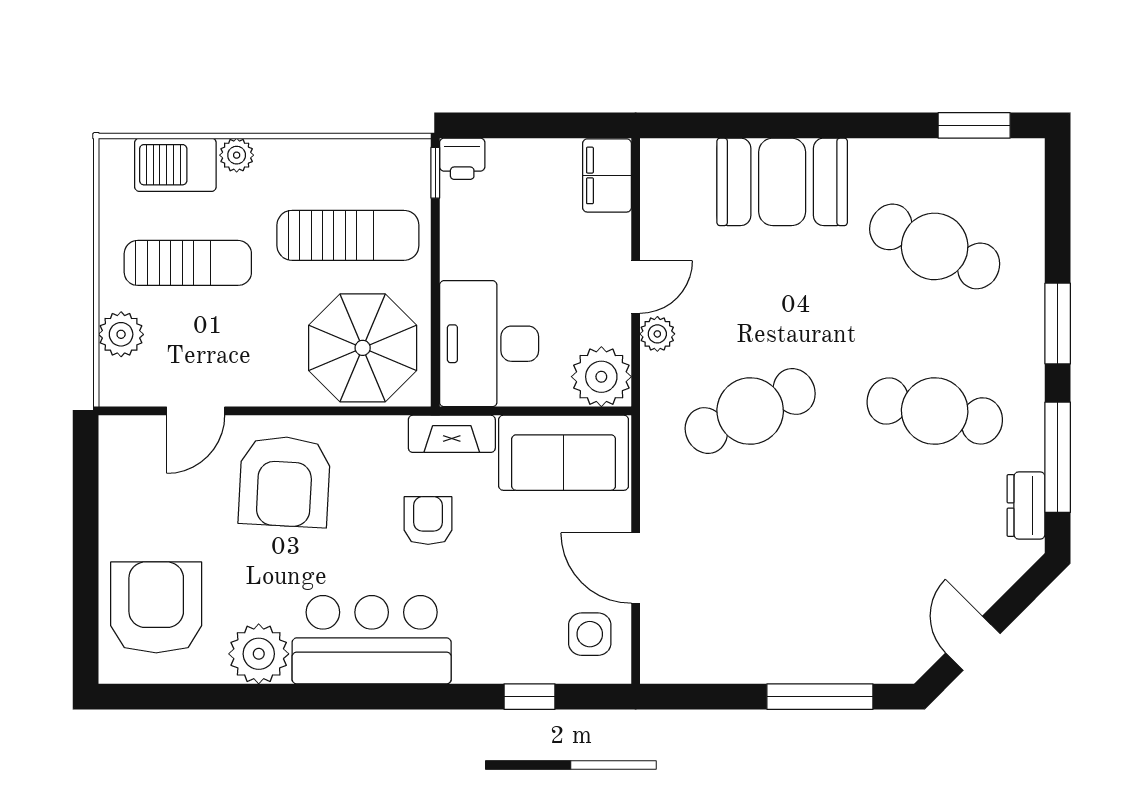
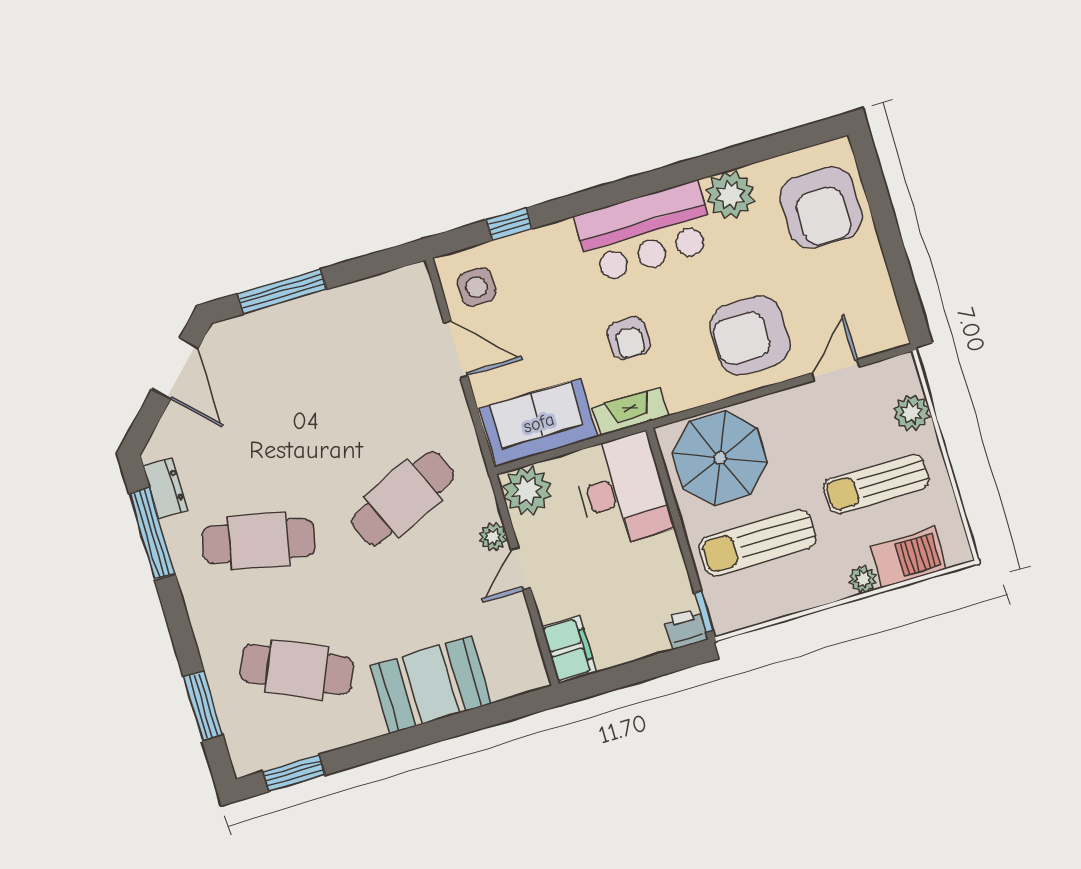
window: (1058, 324) -> (203, 706), moved
armchair: (285, 481) -> (750, 336), turned -93
door: (973, 643) -> (175, 368), width x1.38

